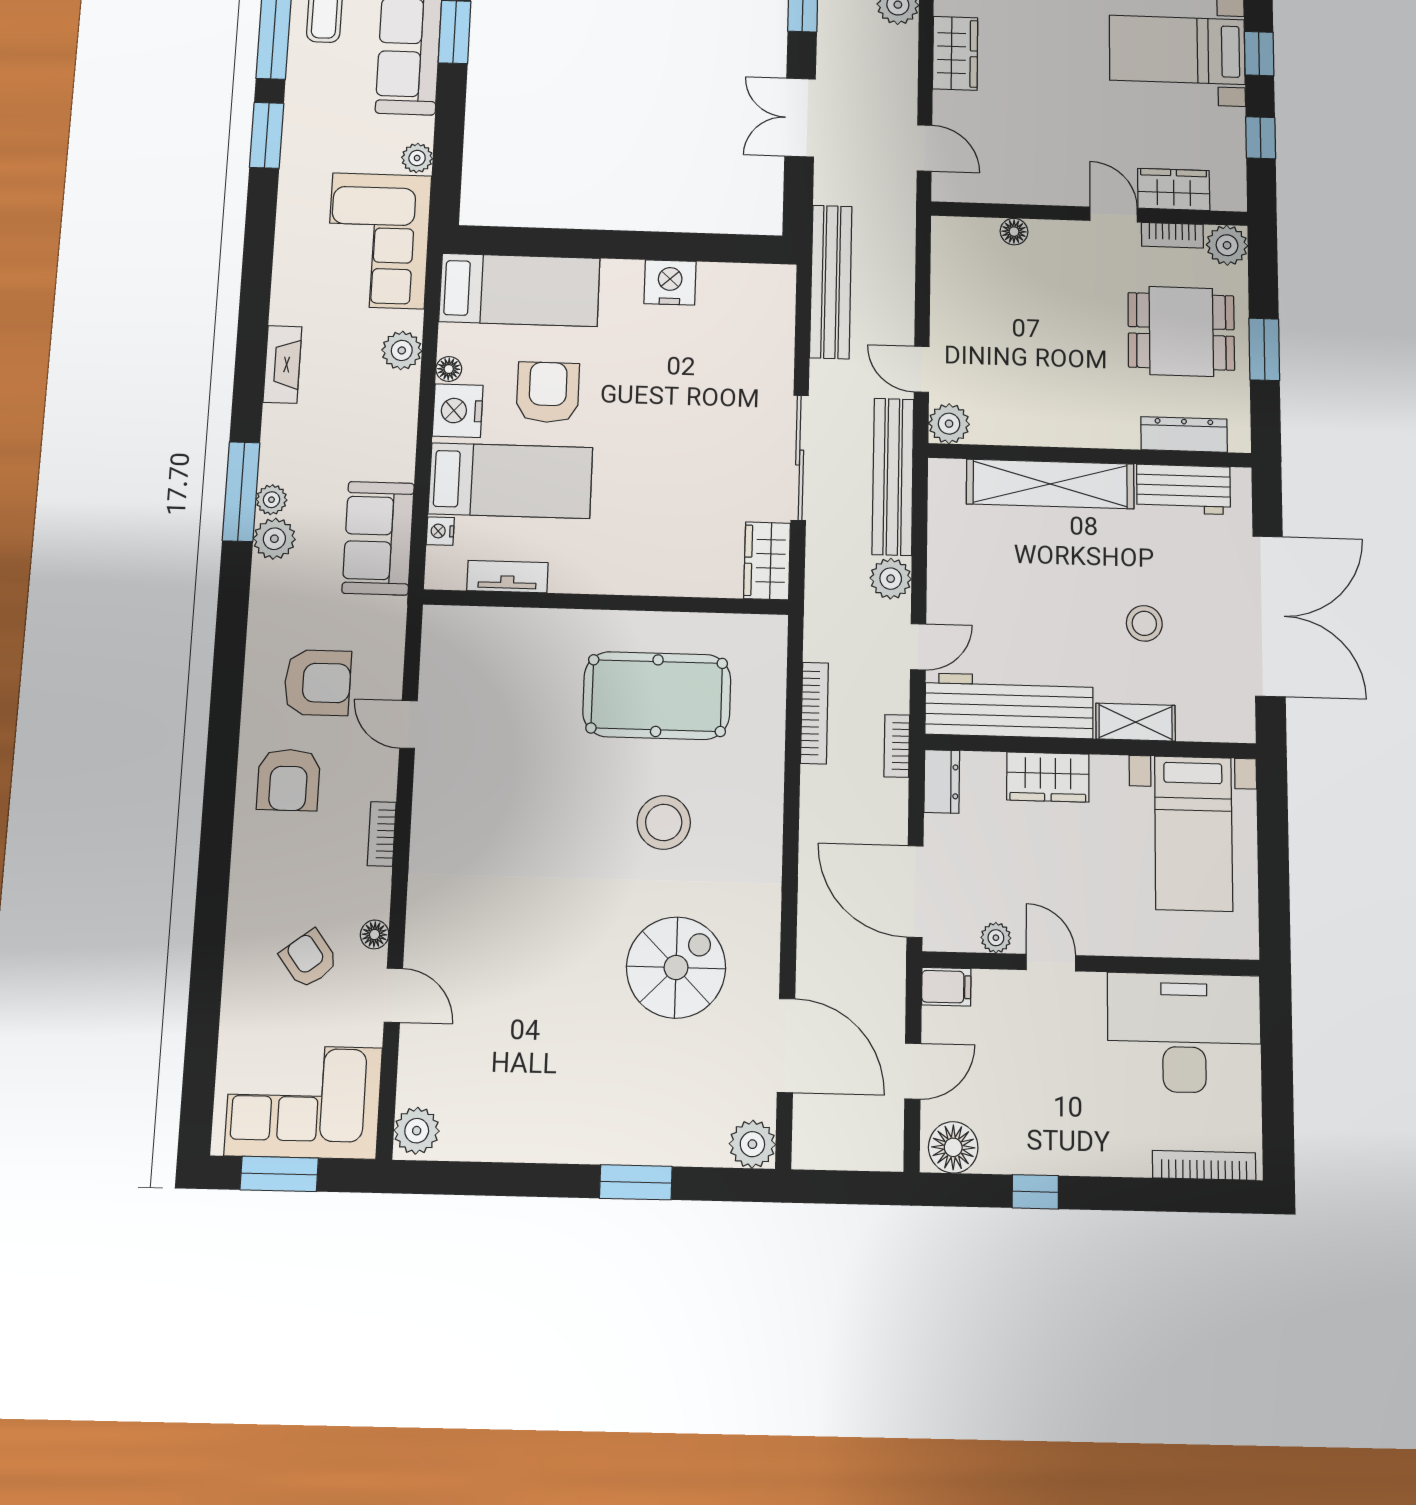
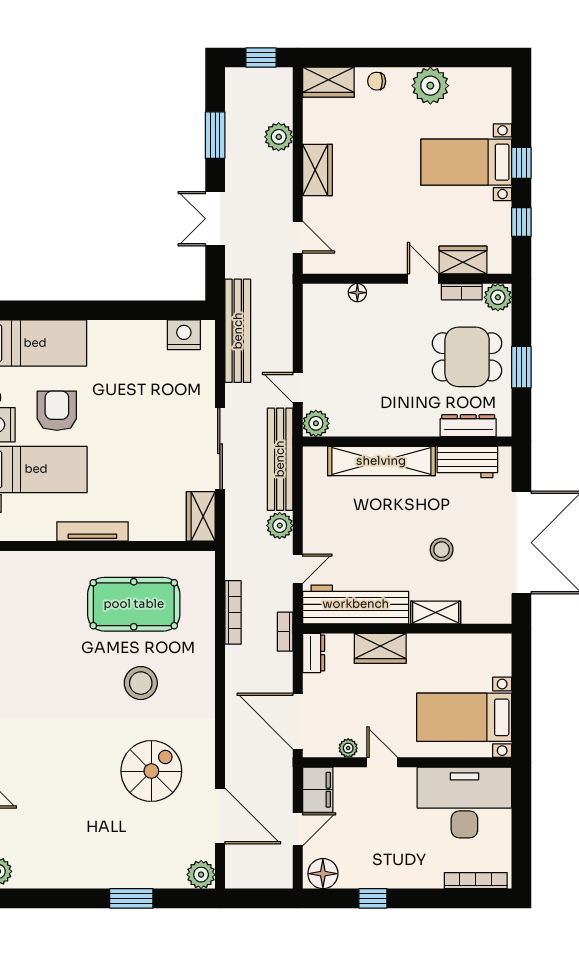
nightstand: (670, 282) -> (184, 335), moved
tv unit: (507, 577) -> (92, 531), moved, width x1.41
bed with nightstands: (1193, 833) -> (464, 717), moved, turned 90
filing cabinet: (946, 987) -> (318, 790), width x2.00

